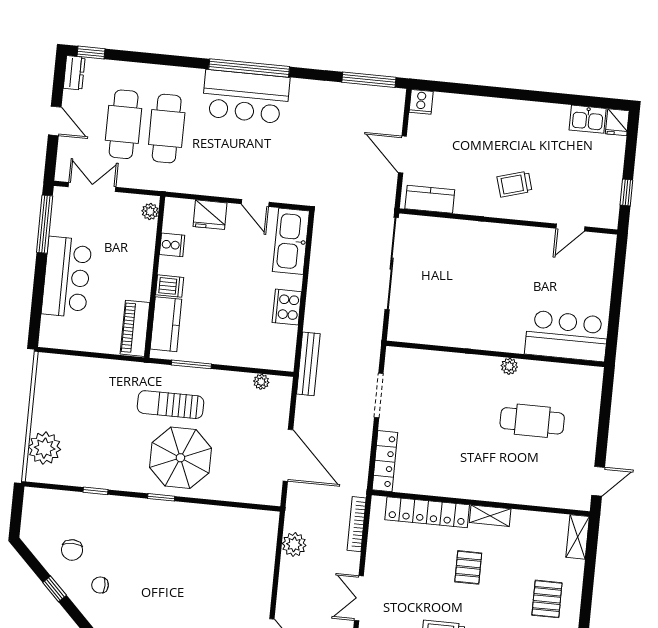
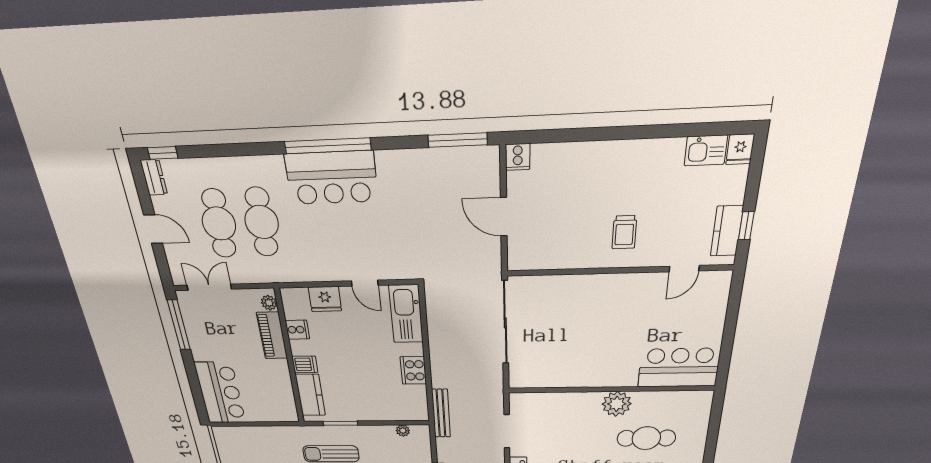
trolley: (515, 184) -> (624, 232), turned -74
kitchen counter: (430, 199) -> (727, 231), moved, turned -90
bar counter: (67, 277) -> (220, 393), moved
piano: (135, 328) -> (272, 336), moved
plant: (509, 366) -> (617, 404), width x1.88, depth x1.88

